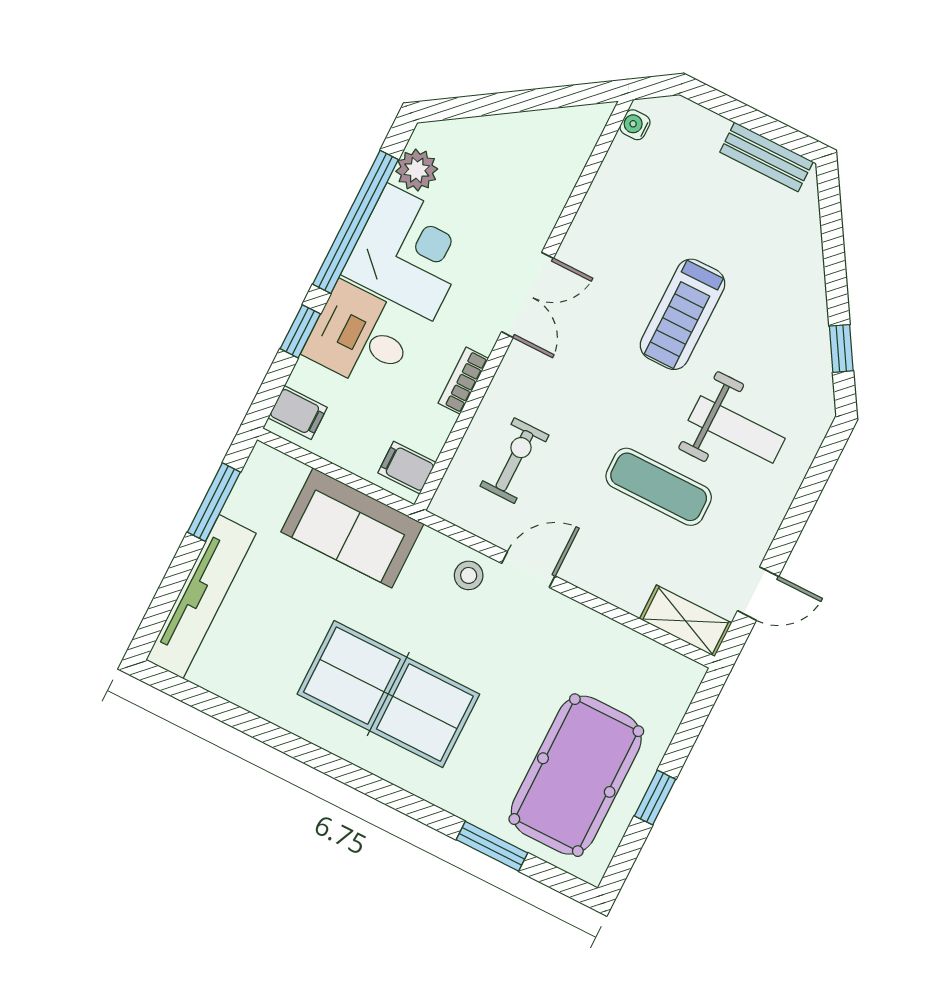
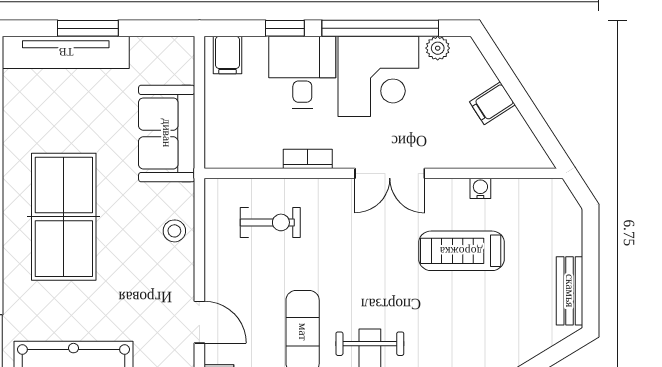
water cooler: (635, 125) -> (480, 188), moved
plant: (417, 170) -> (438, 48), width x0.73, depth x0.73
treadmill: (683, 314) -> (461, 251), moved
filing cabinet: (407, 468) -> (492, 103), moved, turned -123
window: (214, 502) -> (88, 28), moved
door: (528, 570) -> (199, 322), moved

